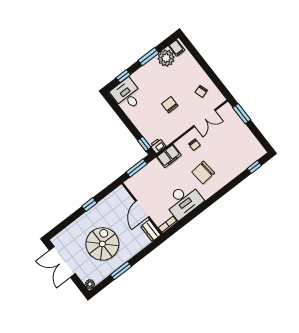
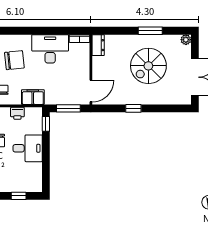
desk: (127, 95) -> (28, 148), moved, turned -90
printer: (158, 146) -> (17, 113), moved
door: (142, 209) -> (91, 91), moved

